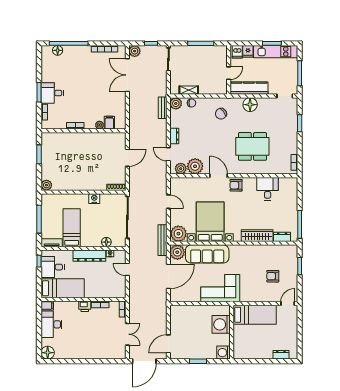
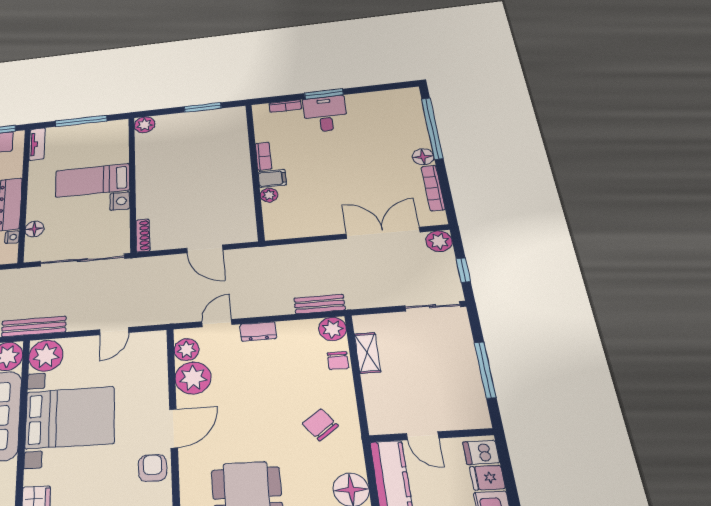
floor lamp: (58, 50) -> (423, 157), moved
filing cabinet: (109, 123) -> (272, 178), moved
bed: (72, 228) -> (92, 180), moved, turned 180

